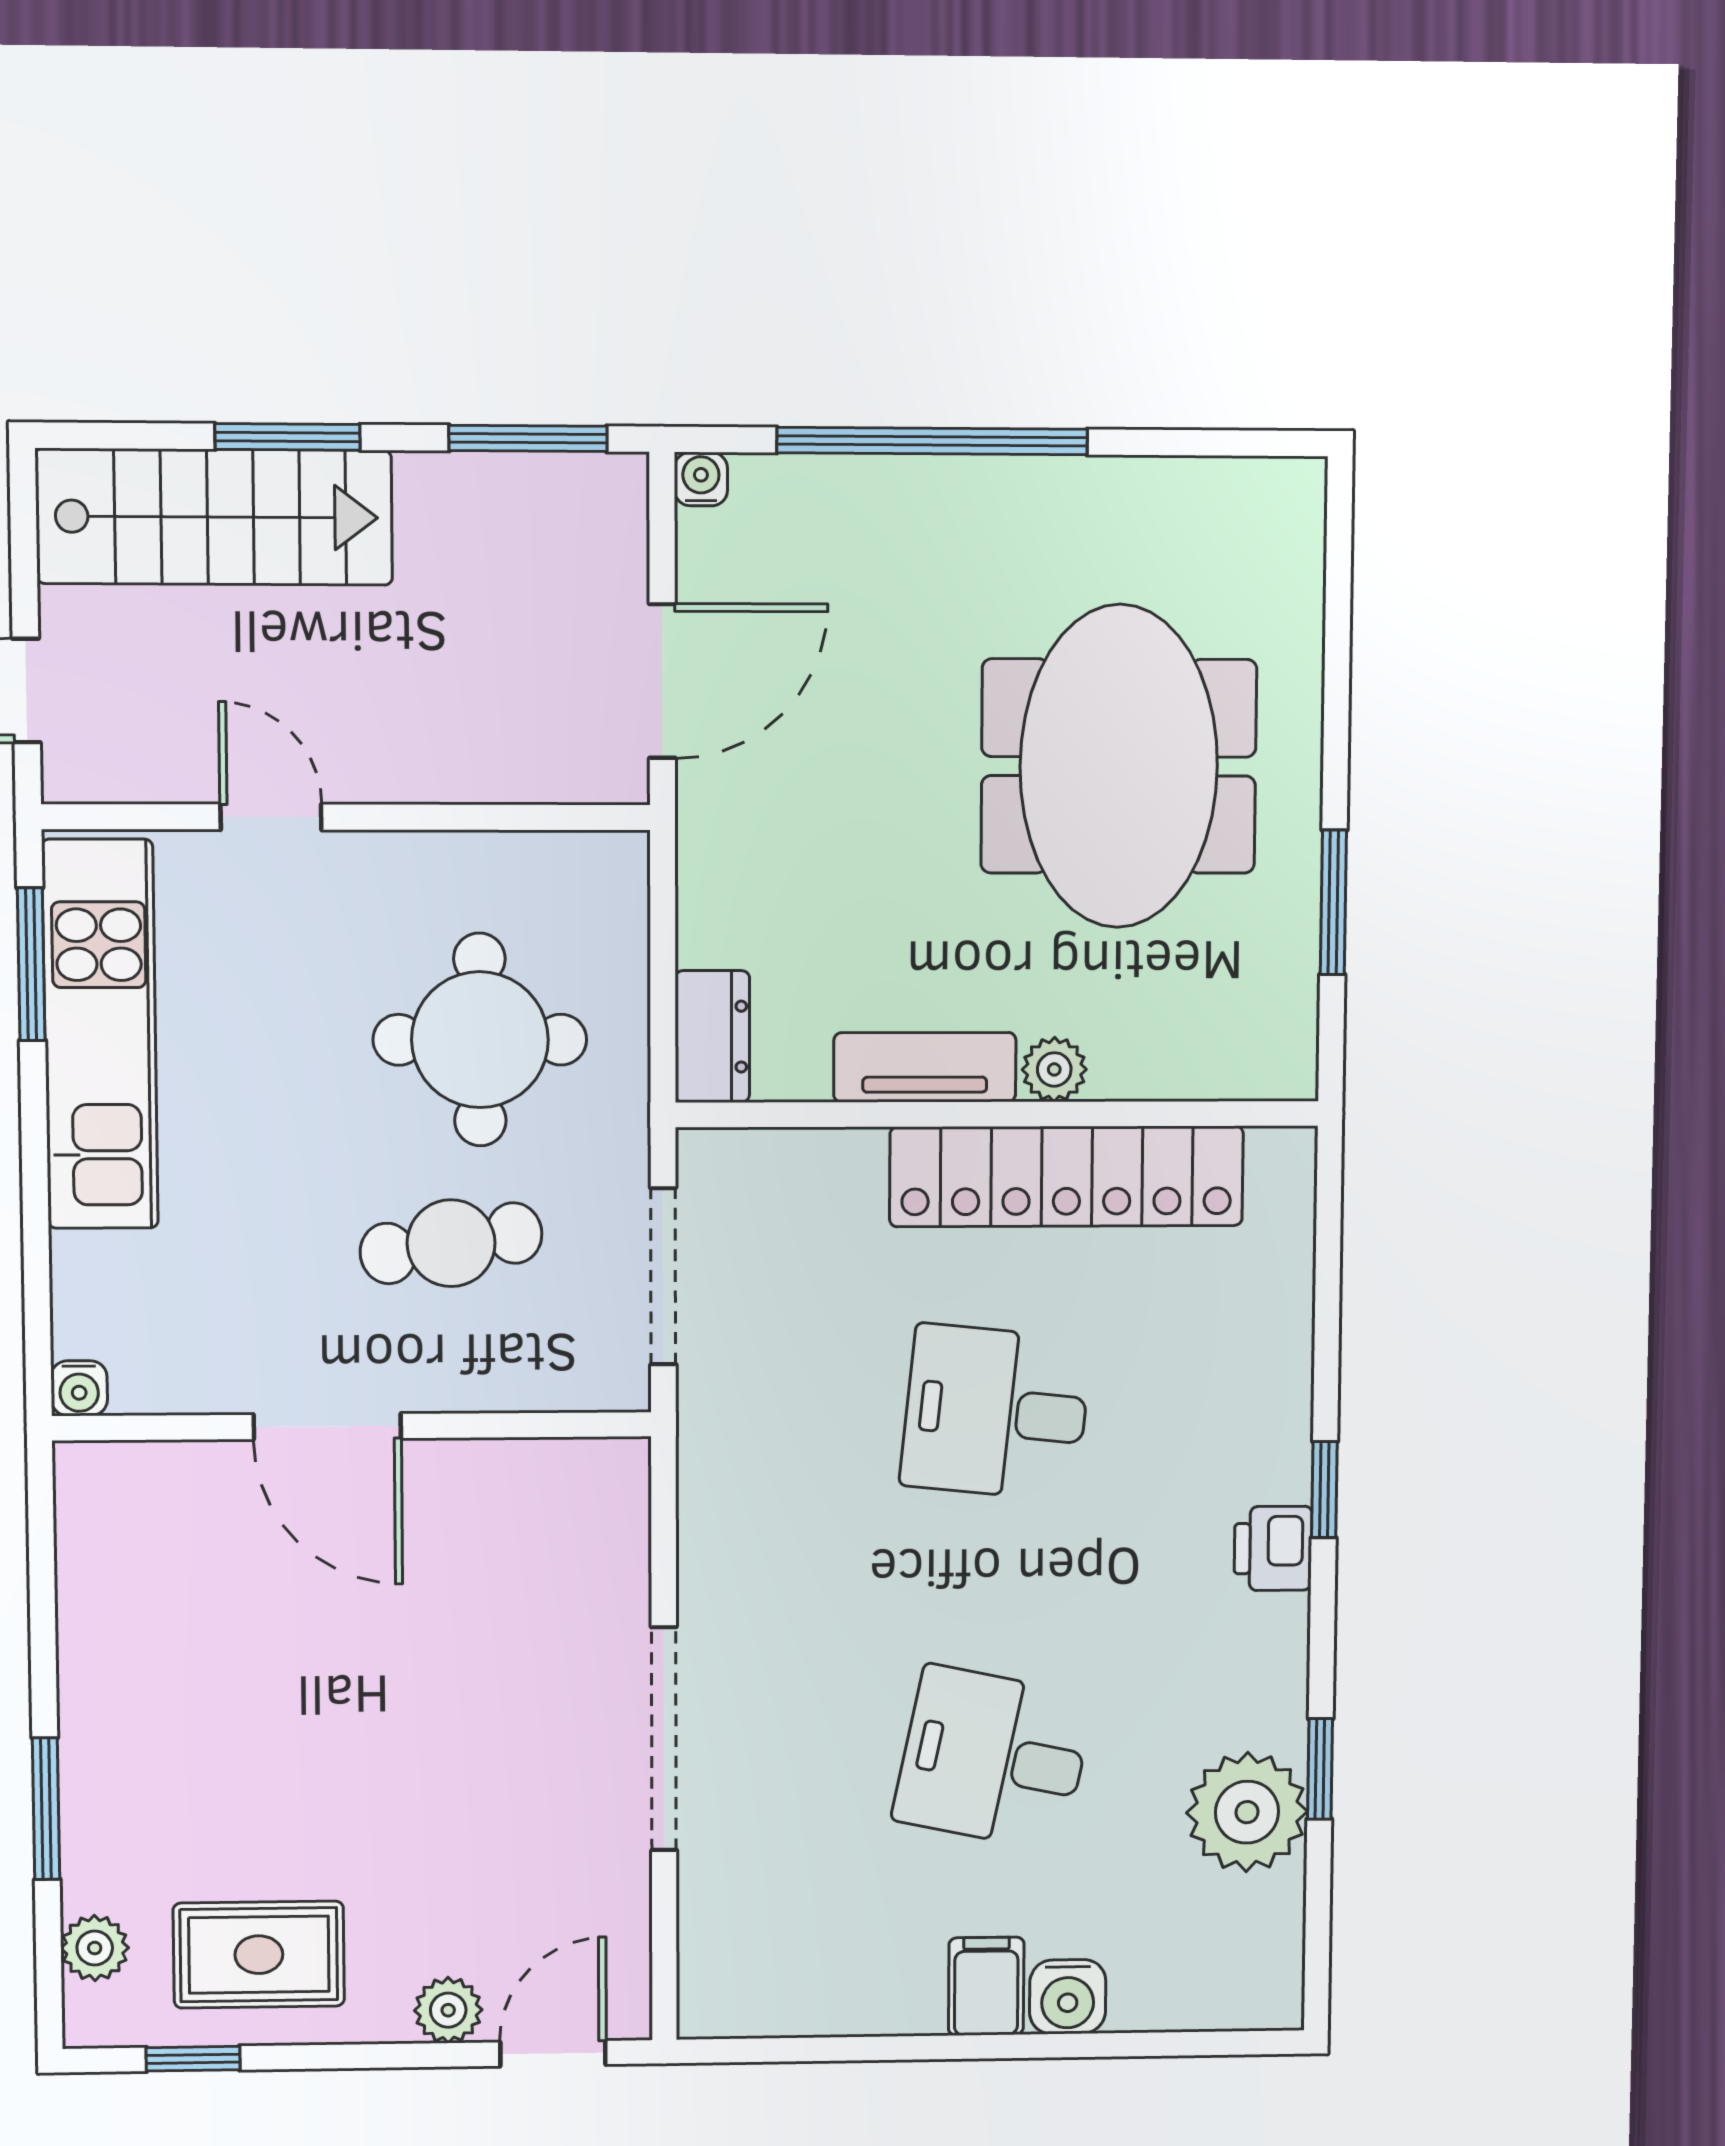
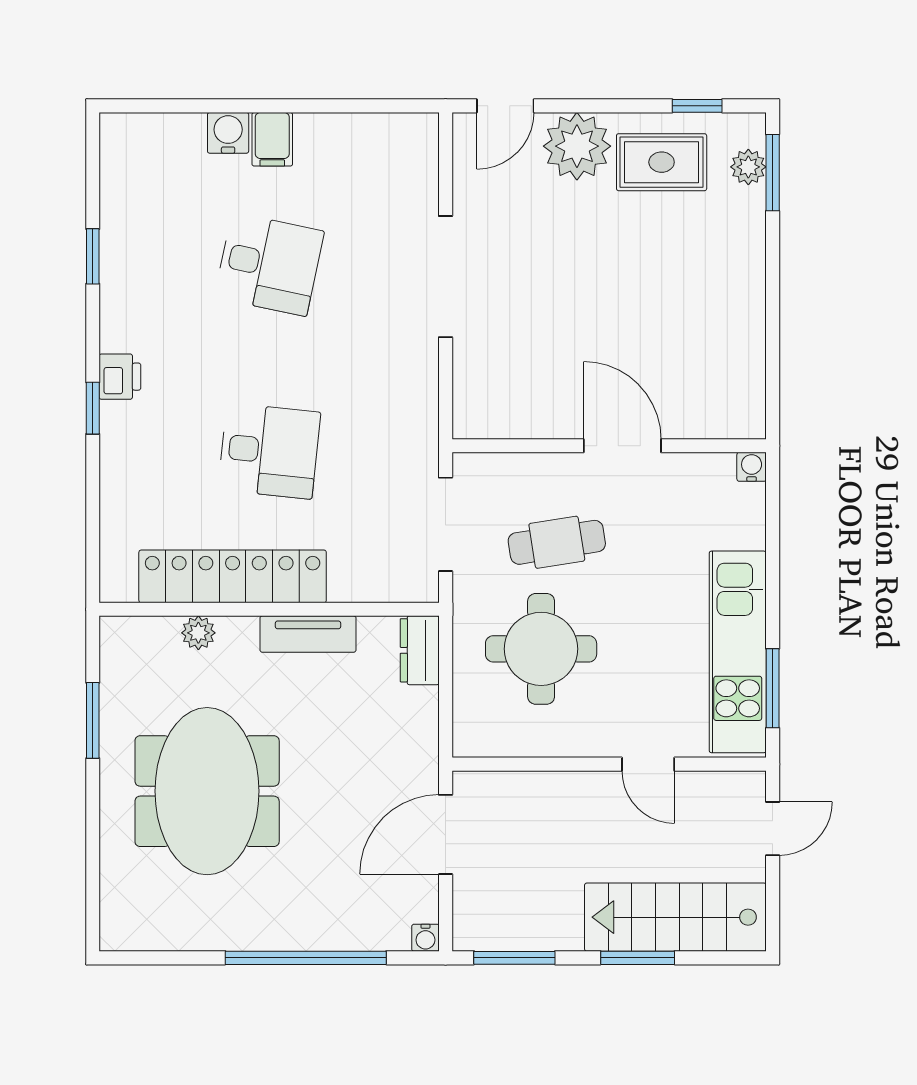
plant: (1054, 1069) -> (198, 633), moved
window: (46, 1809) -> (773, 173), moved
plant: (1247, 1812) -> (132, 233), removed
plant: (448, 2010) -> (577, 146), width x1.87, depth x1.87

